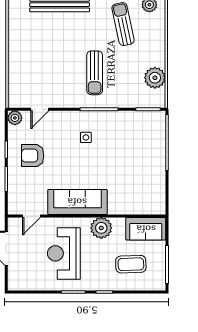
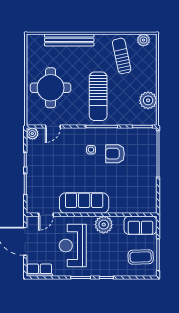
round table: (37, 62) -> (51, 88), added
sun lounger: (95, 73) -> (98, 96), width x1.36, depth x1.34
armchair: (33, 156) -> (115, 154), moved
coffee table: (131, 264) -> (141, 257), moved
row of seats: (23, 283) -> (39, 270), added

